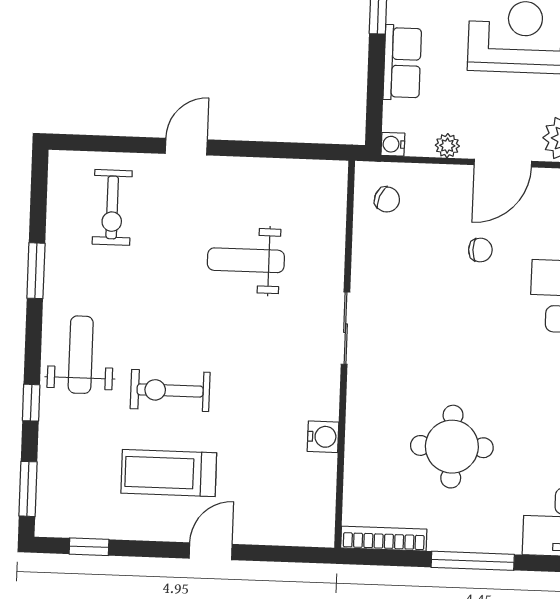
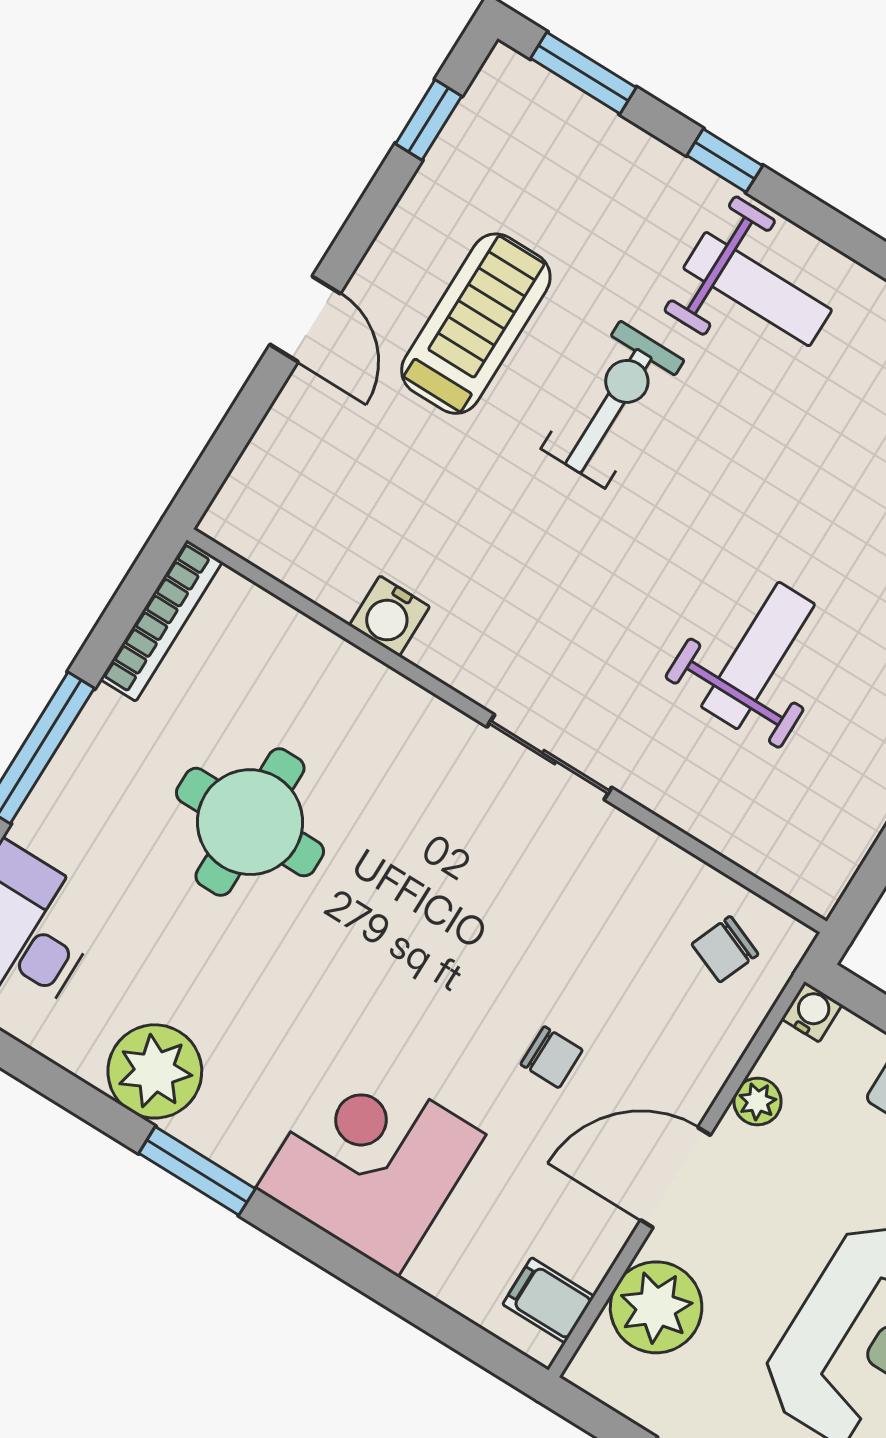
door: (503, 163) -> (675, 1178), hinge flipped
chair: (480, 250) -> (552, 1057), turned -90

